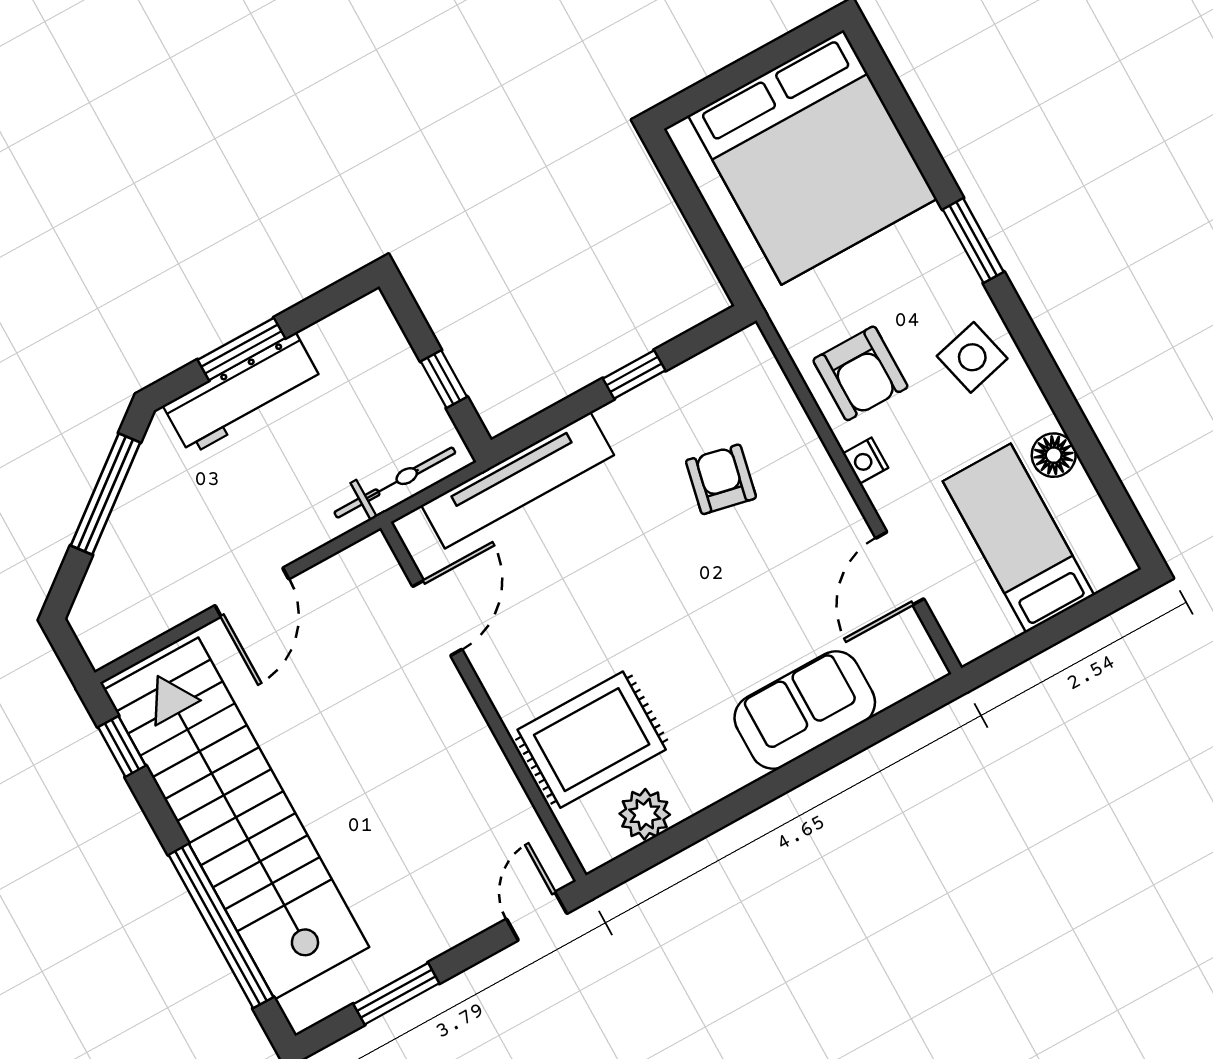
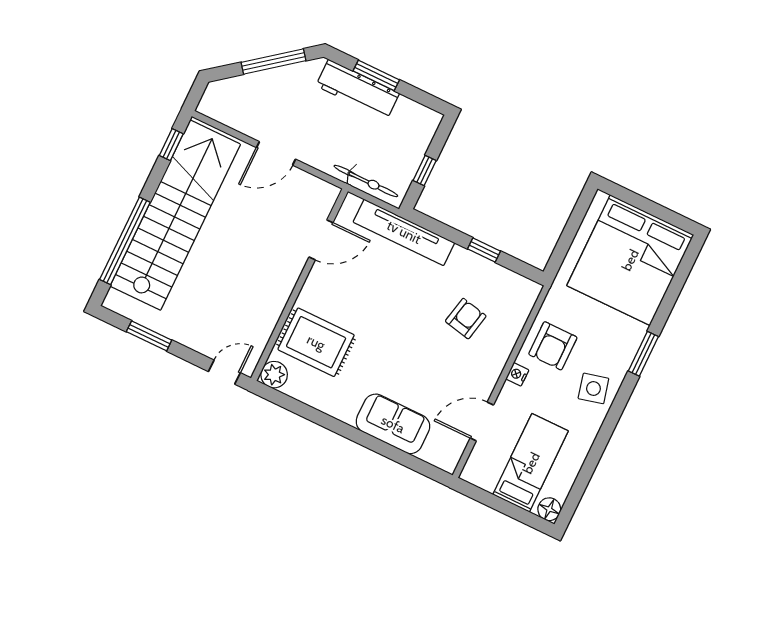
floor lamp: (1054, 455) -> (549, 509), moved
plant: (645, 814) -> (274, 375), moved

